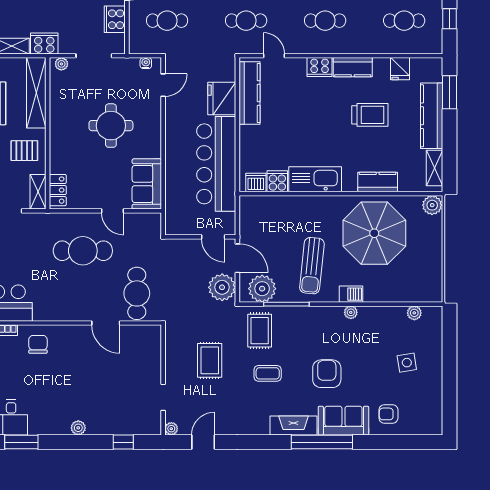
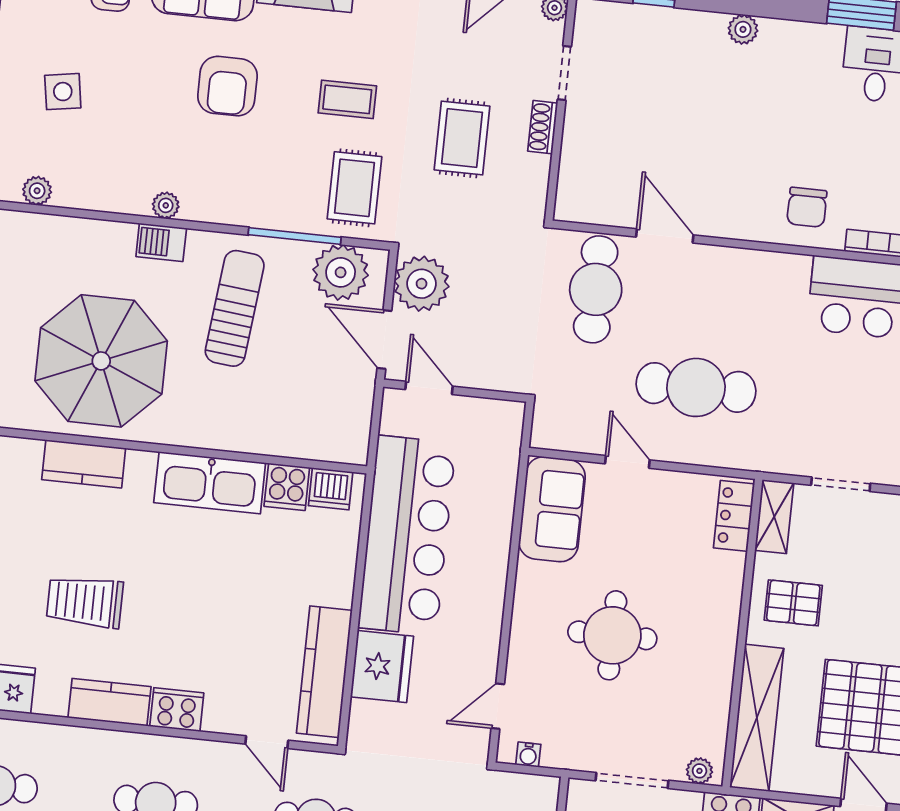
shoe rack: (171, 370) -> (543, 127), added

